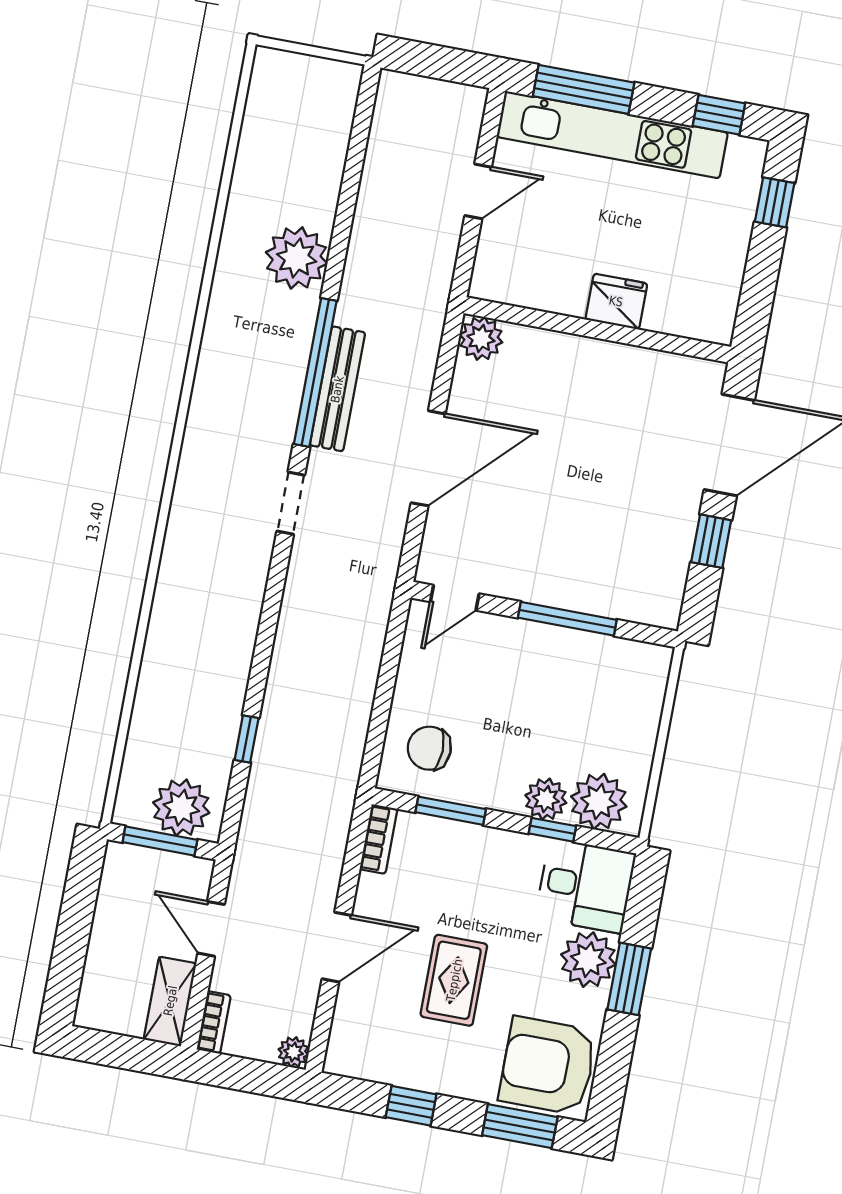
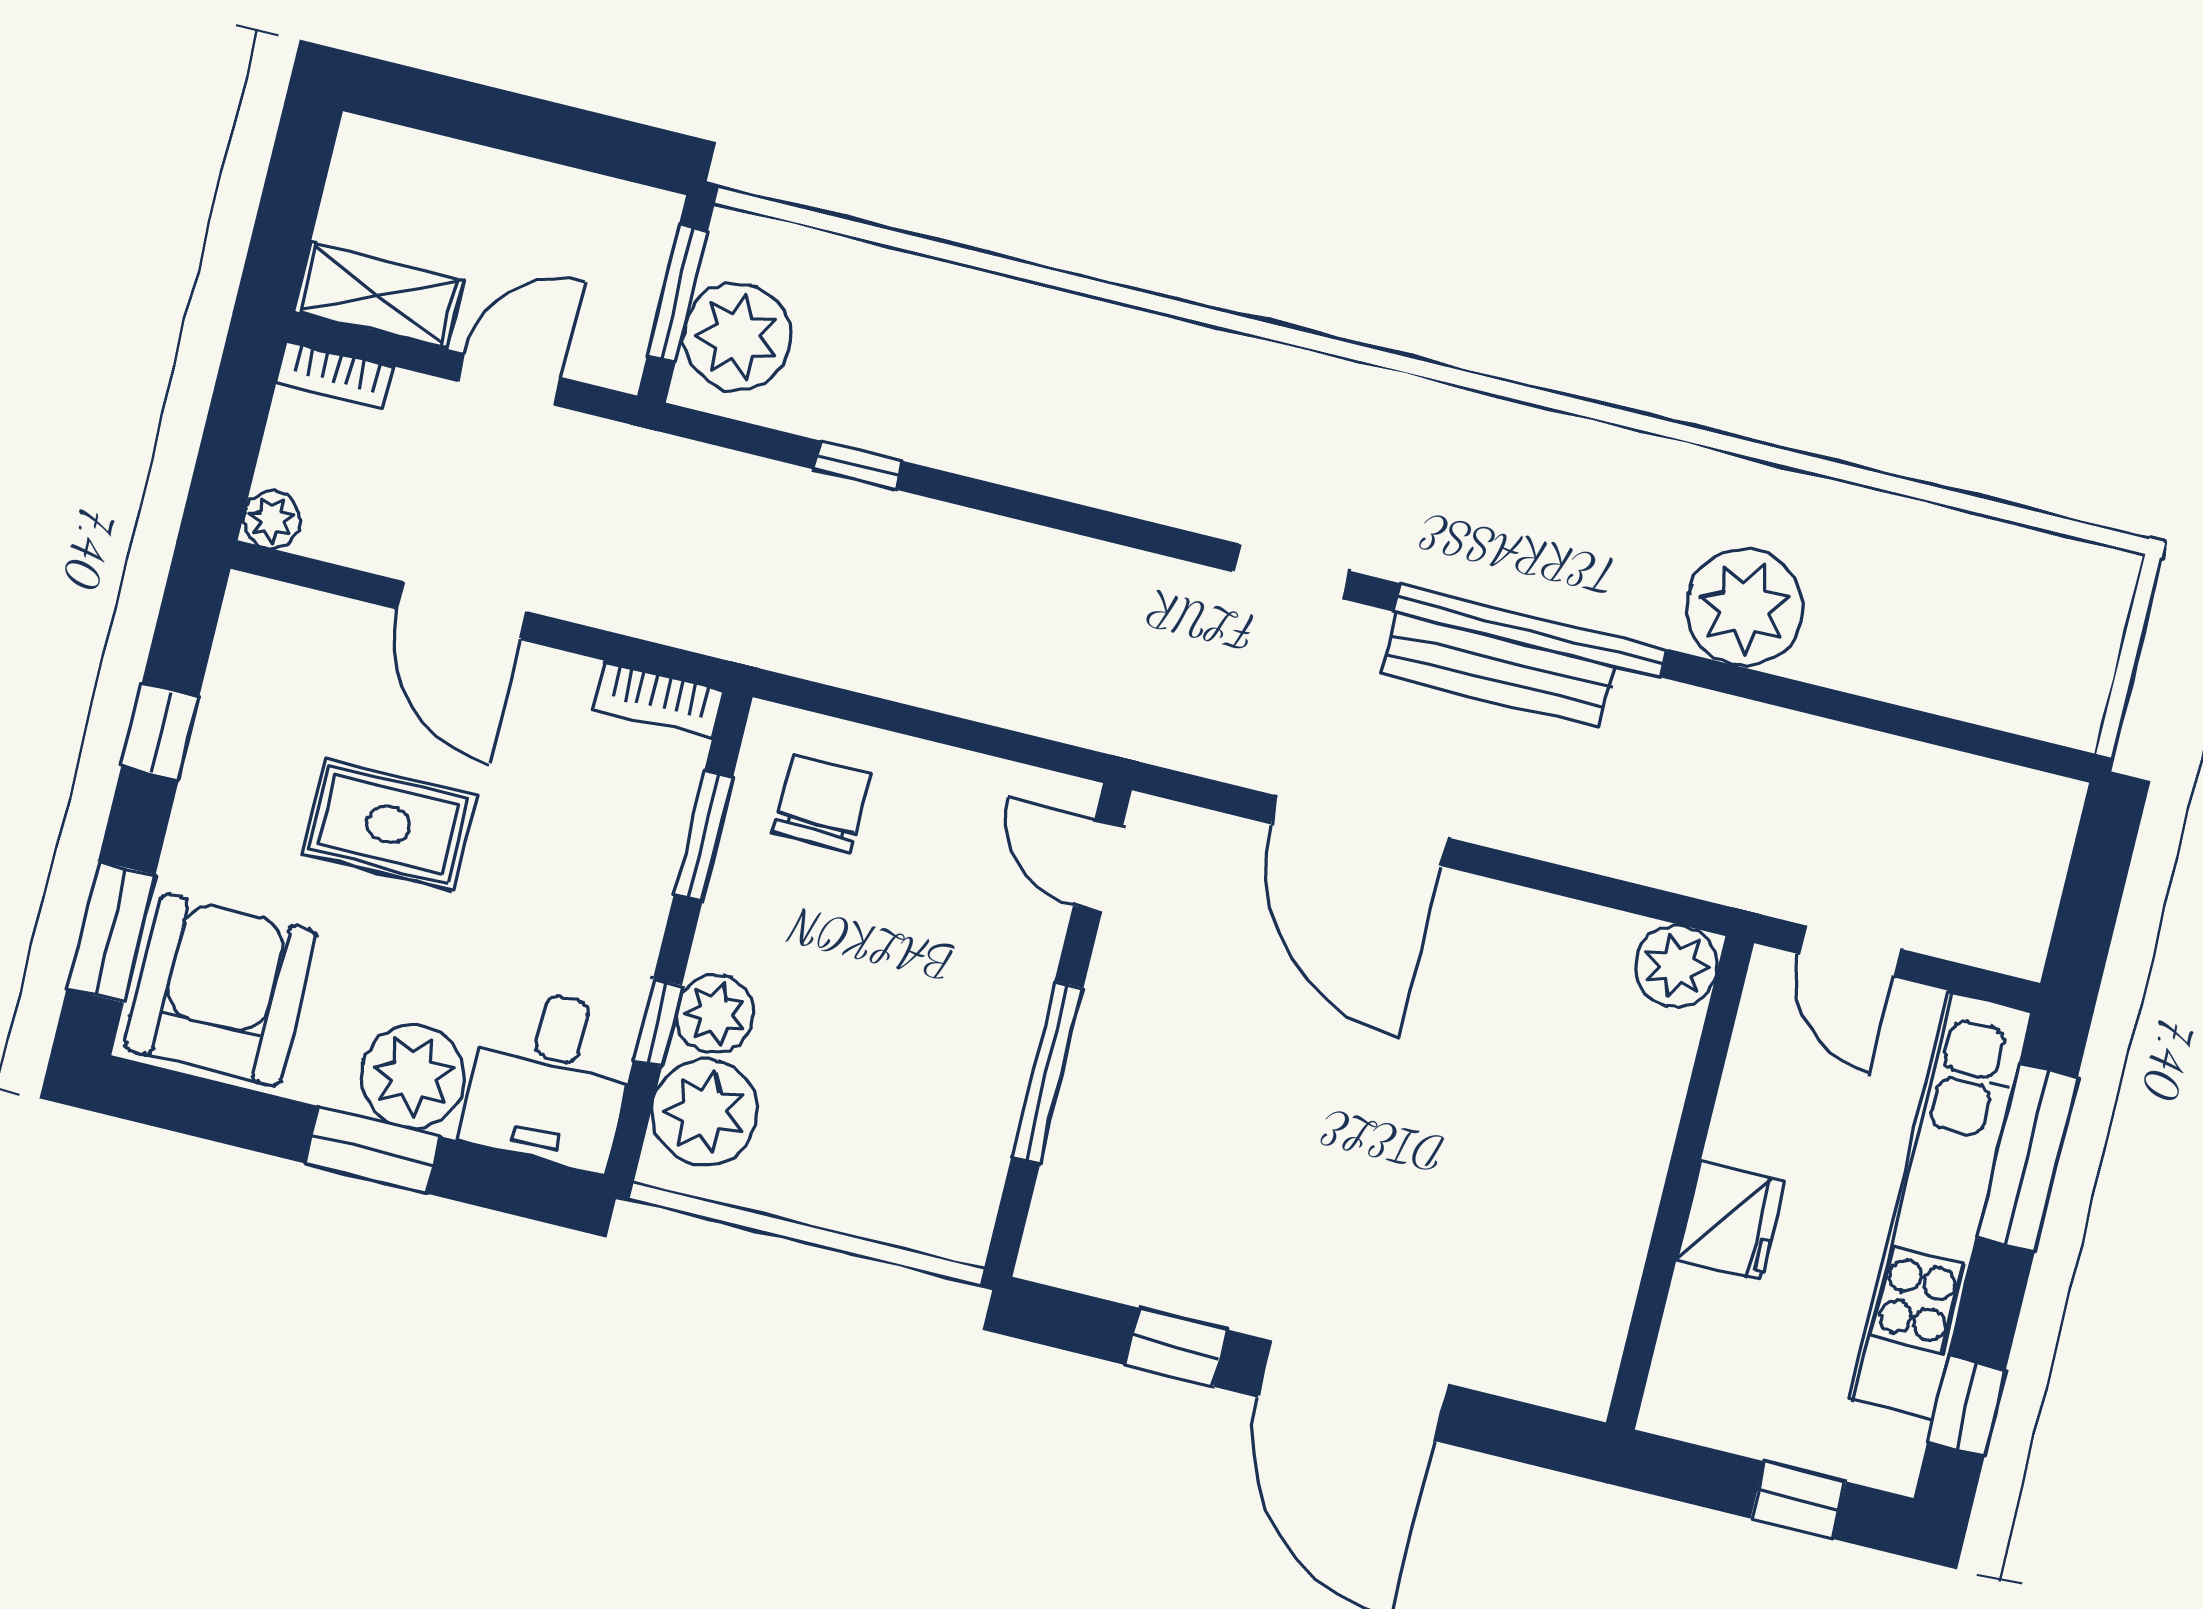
fridge: (616, 301) -> (1731, 1221), moved
wall: (597, 330) -> (1680, 1183), moved
plant: (481, 338) -> (1676, 966), moved

